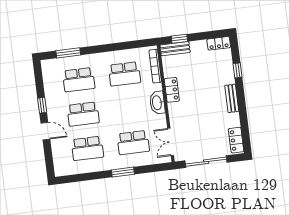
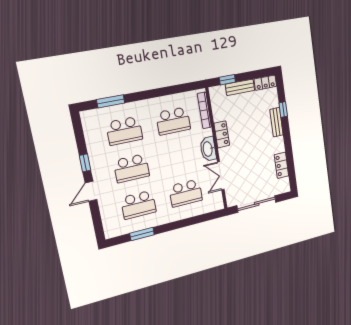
bench: (175, 49) -> (240, 87), moved
bench: (232, 98) -> (276, 122), moved
door: (45, 131) -> (91, 191), swing flipped
locker: (236, 140) -> (281, 165), moved
double door: (171, 142) -> (221, 176), moved
window: (123, 172) -> (142, 234), moved

